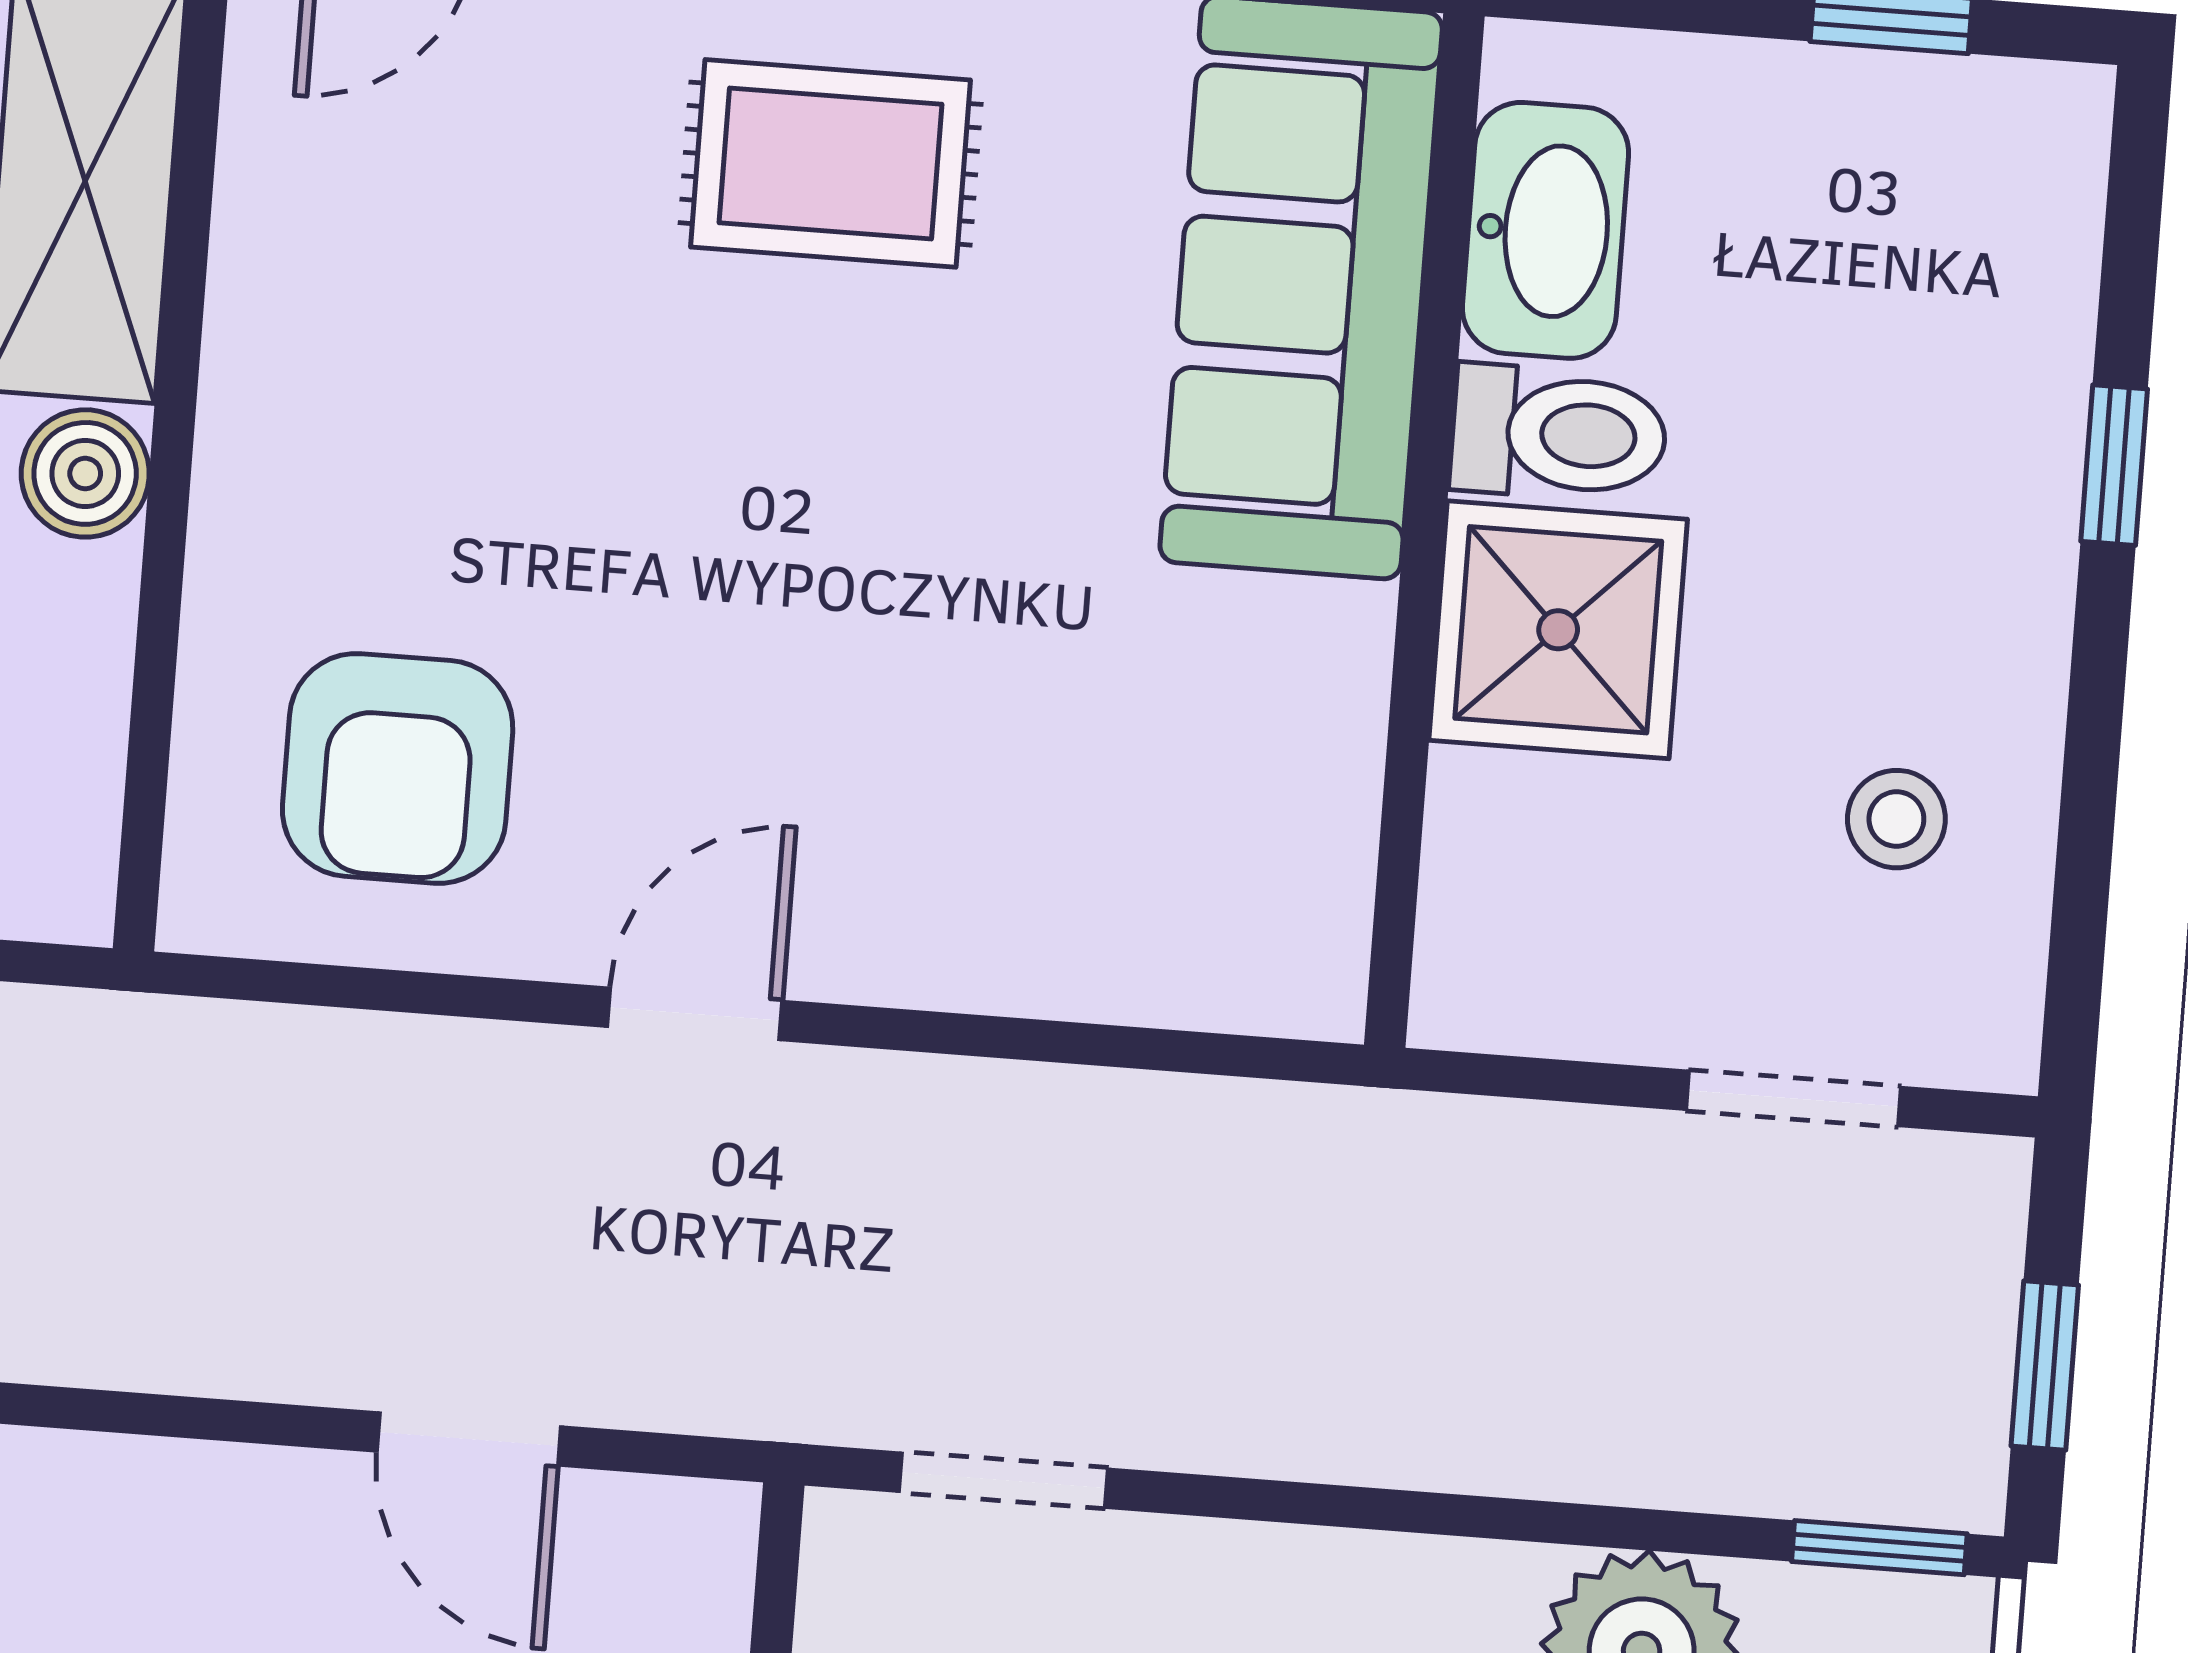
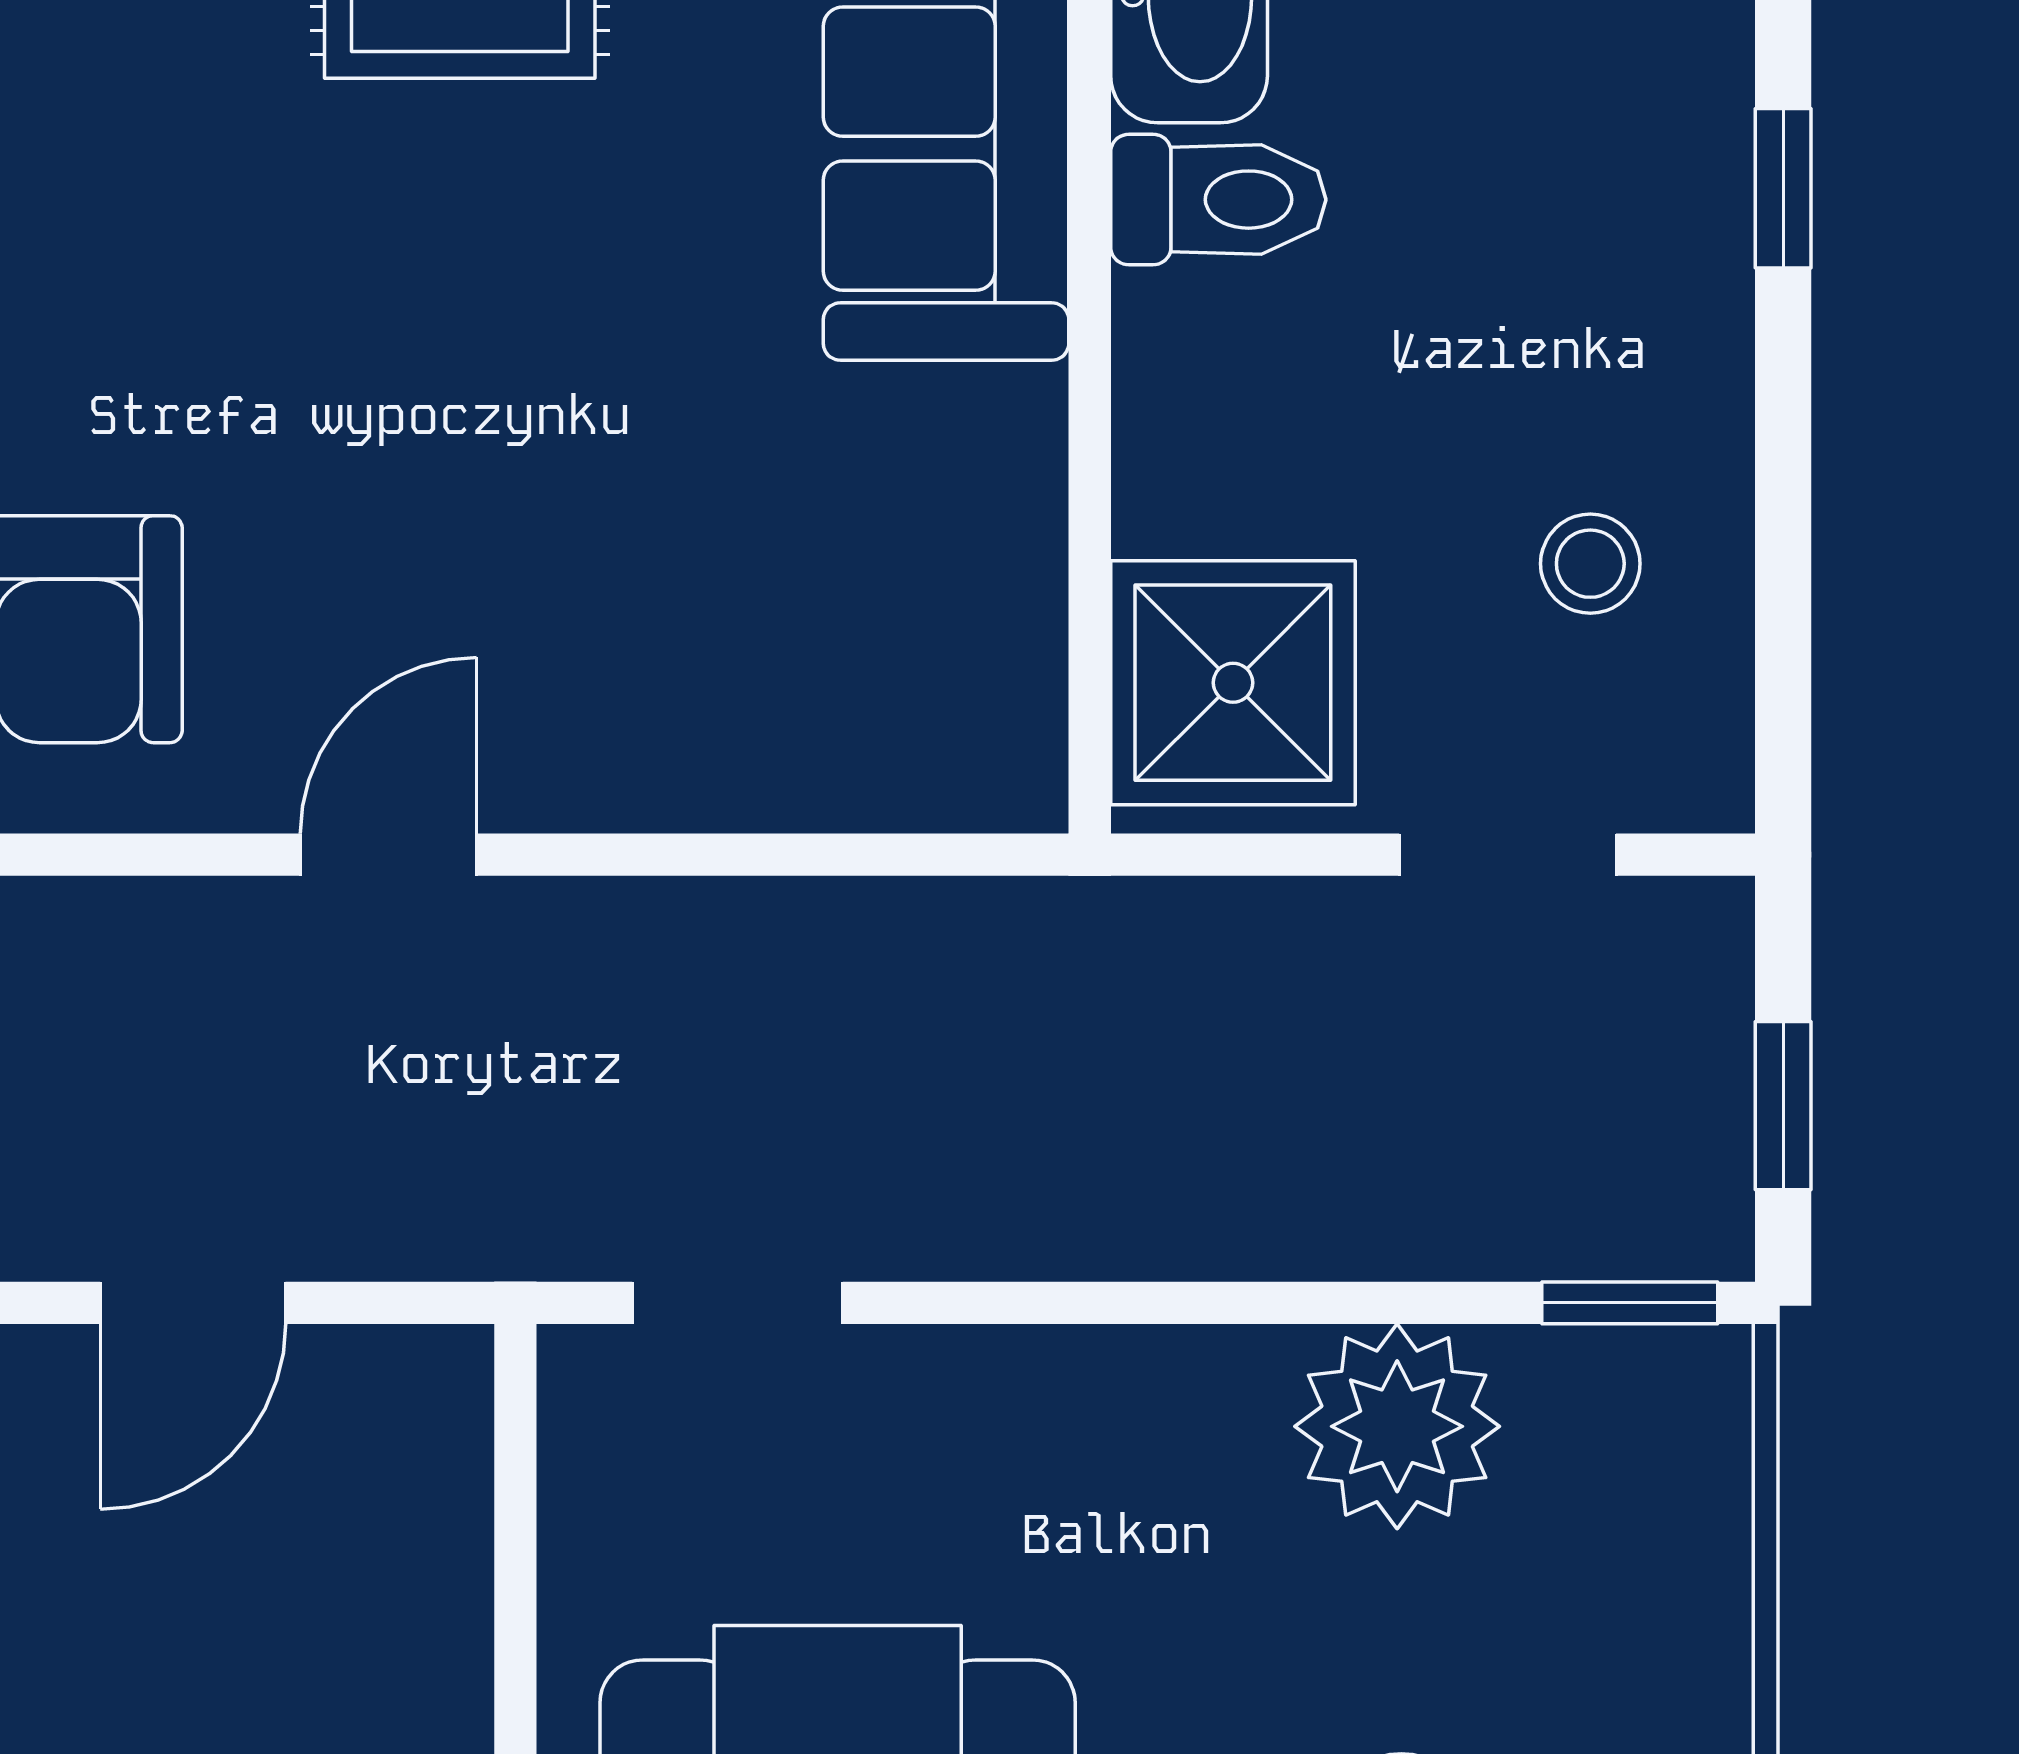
shower: (1558, 630) -> (1233, 683), moved
door: (469, 1439) -> (193, 1303), hinge flipped

